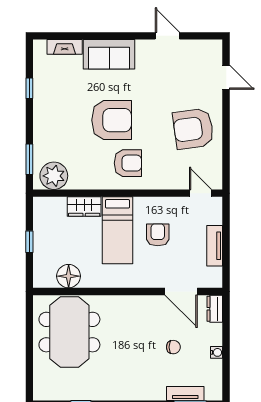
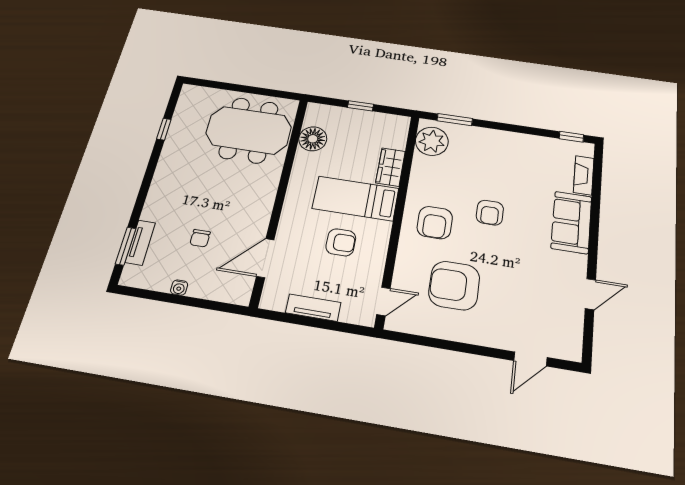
window: (29, 88) -> (571, 137), moved
armchair: (112, 120) -> (490, 213), width x0.53, depth x0.53
armchair: (193, 129) -> (454, 285), moved, turned -82
dresser: (215, 309) -> (234, 295), removed

